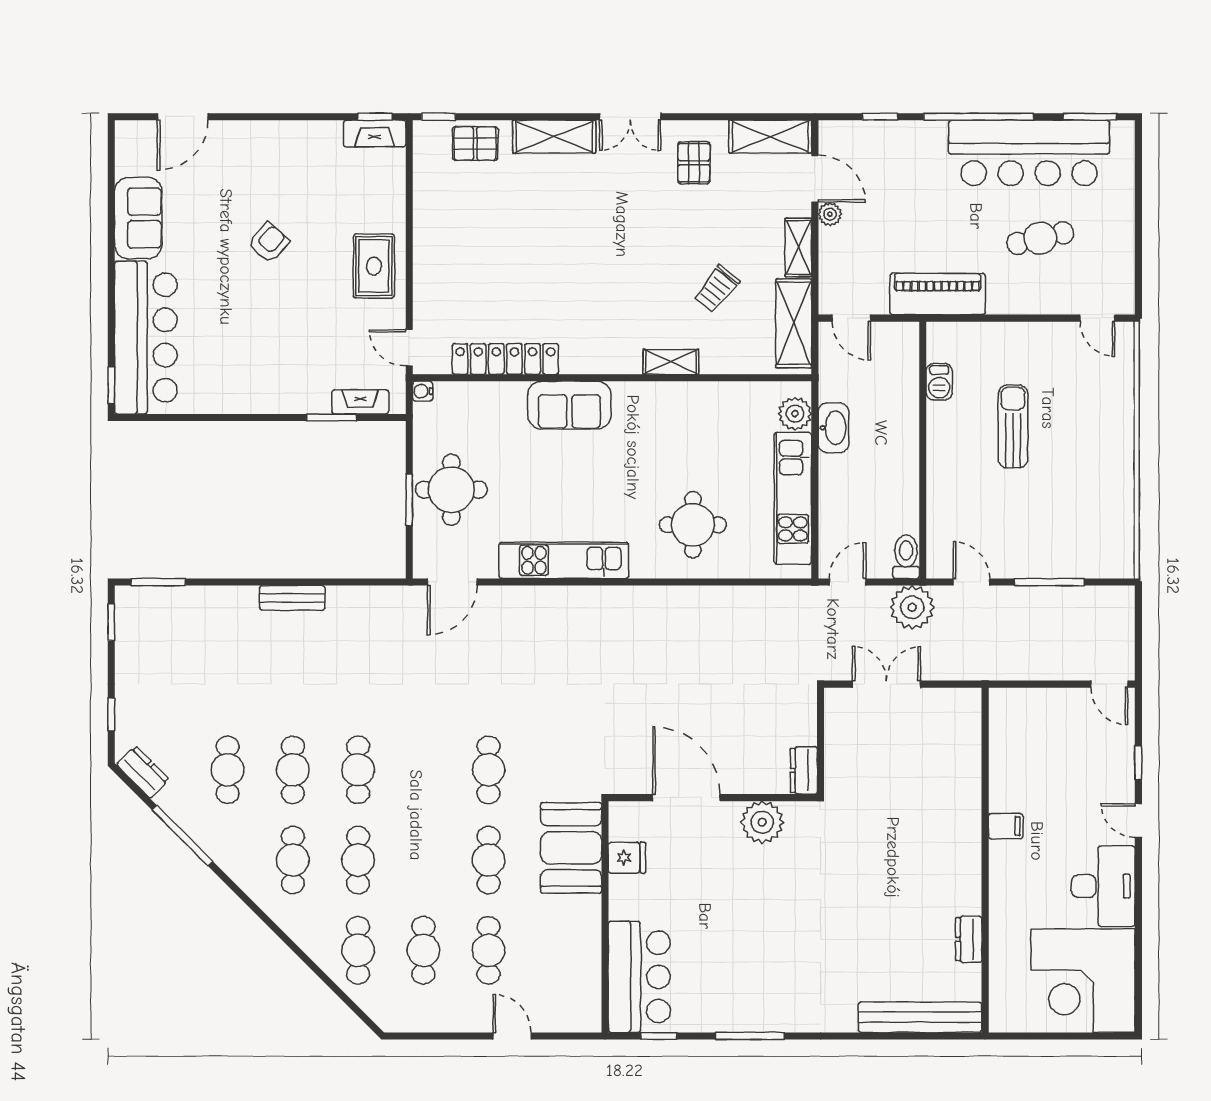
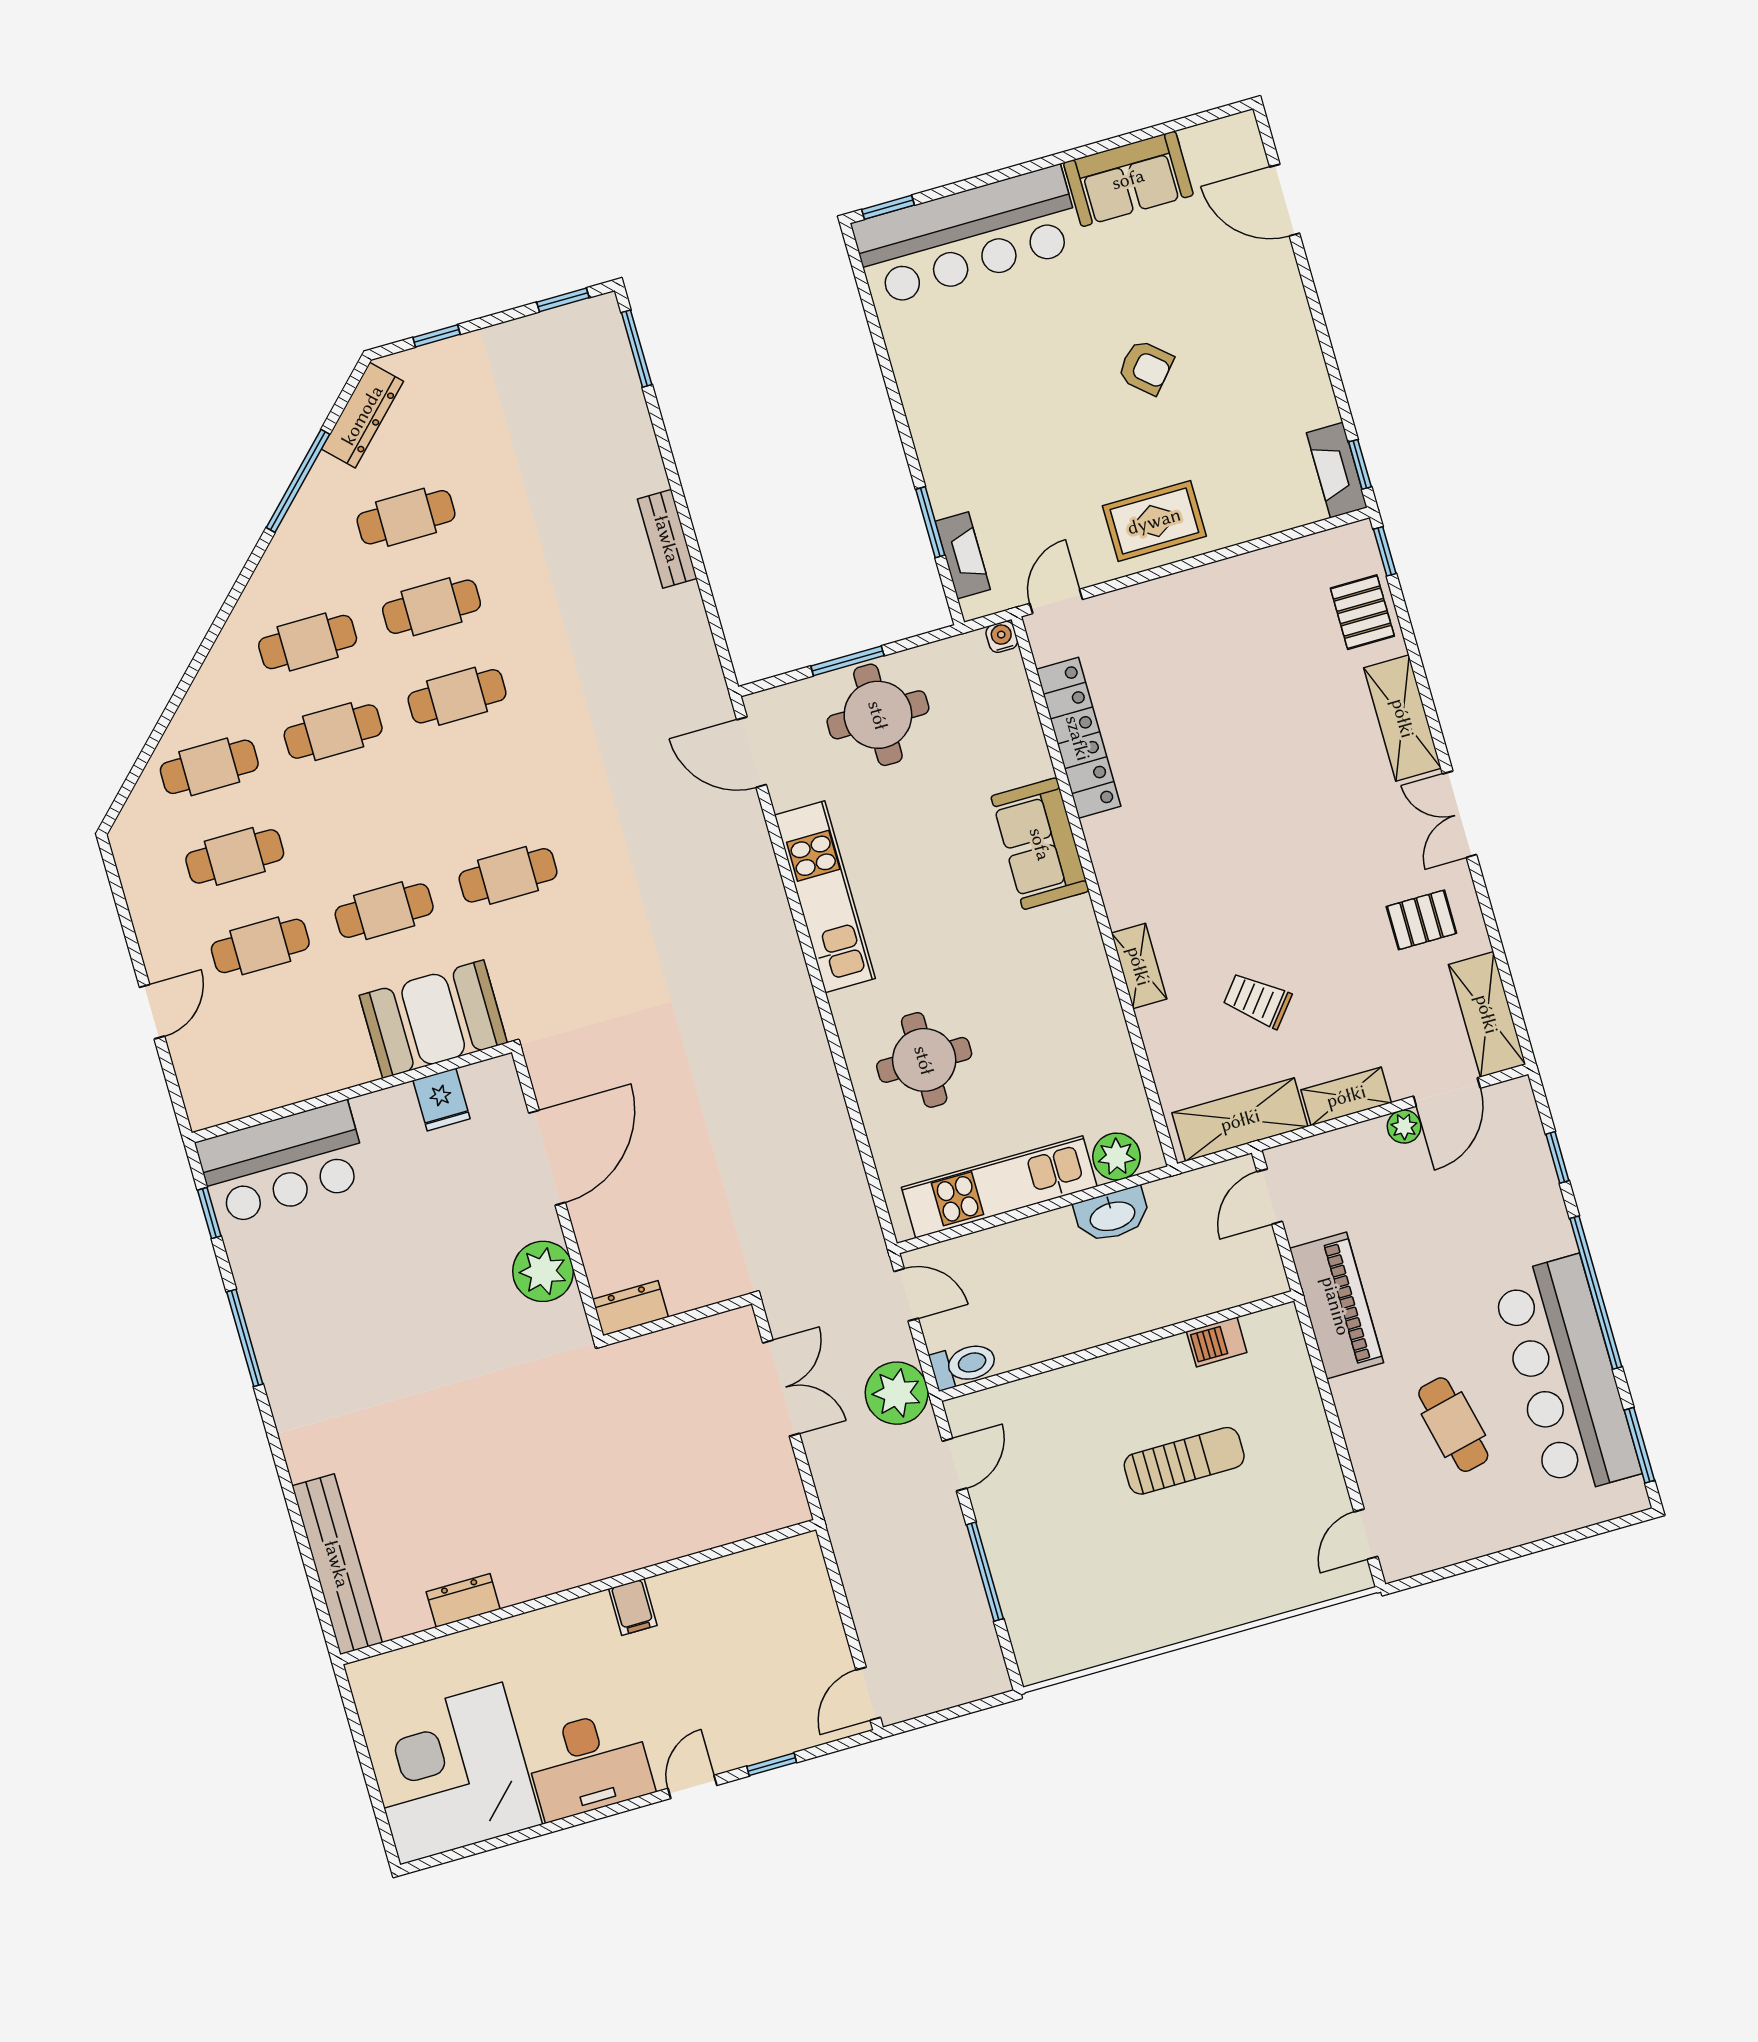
dresser: (143, 772) -> (362, 415), width x1.44

